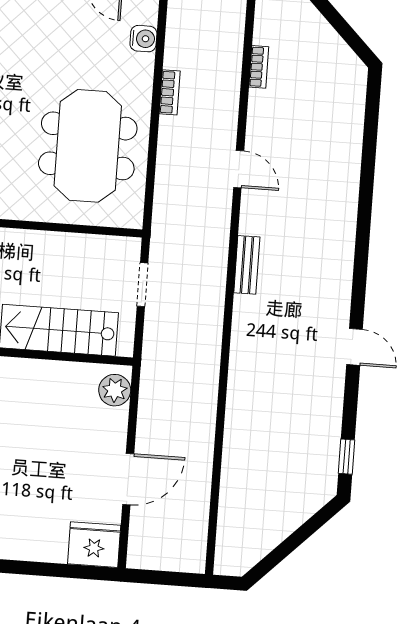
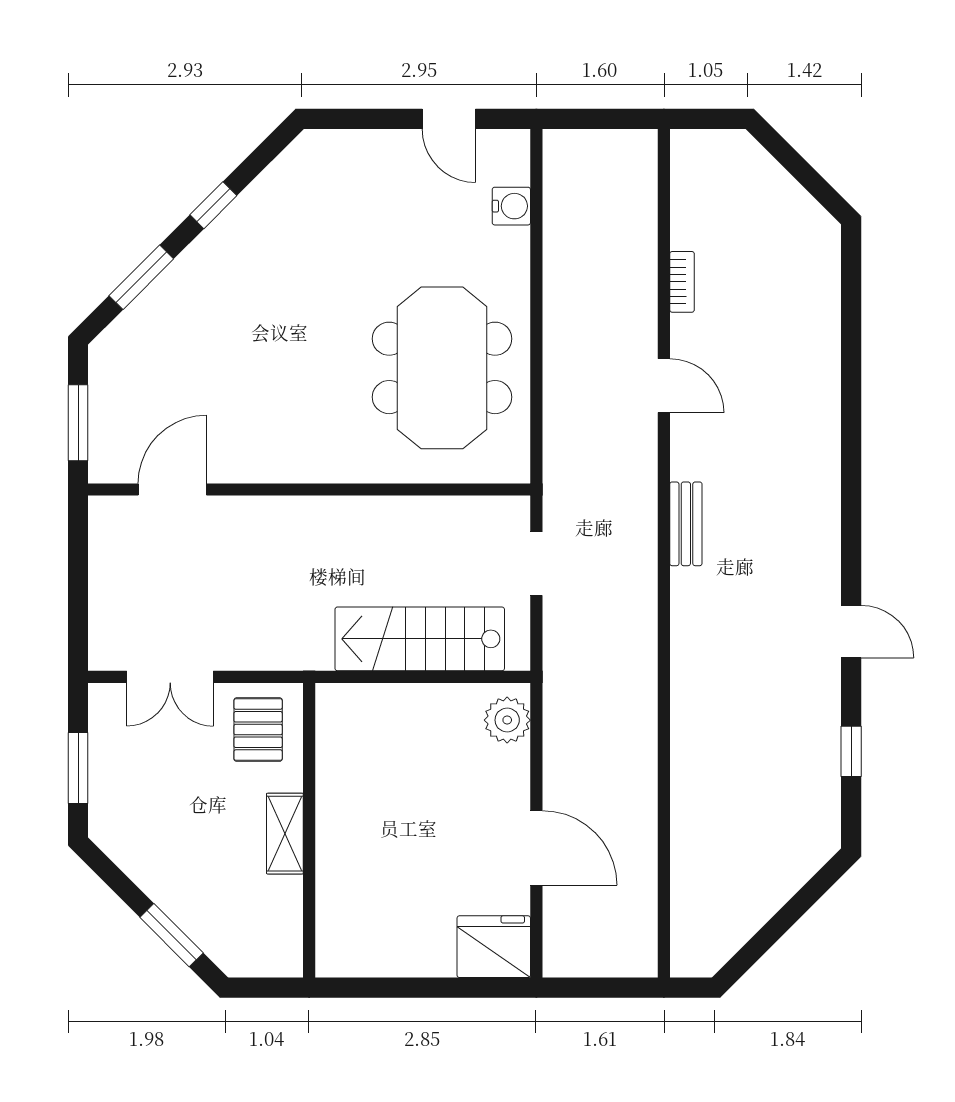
bookcase: (259, 67) -> (682, 282), moved
bookcase: (170, 92) -> (555, 281), removed
window: (347, 457) -> (851, 751), moved
door: (128, 479) -> (536, 848), hinge flipped

